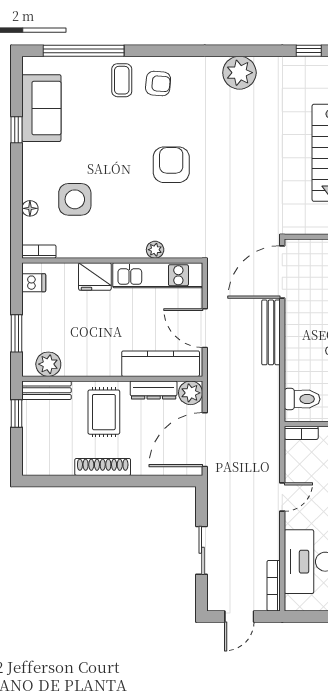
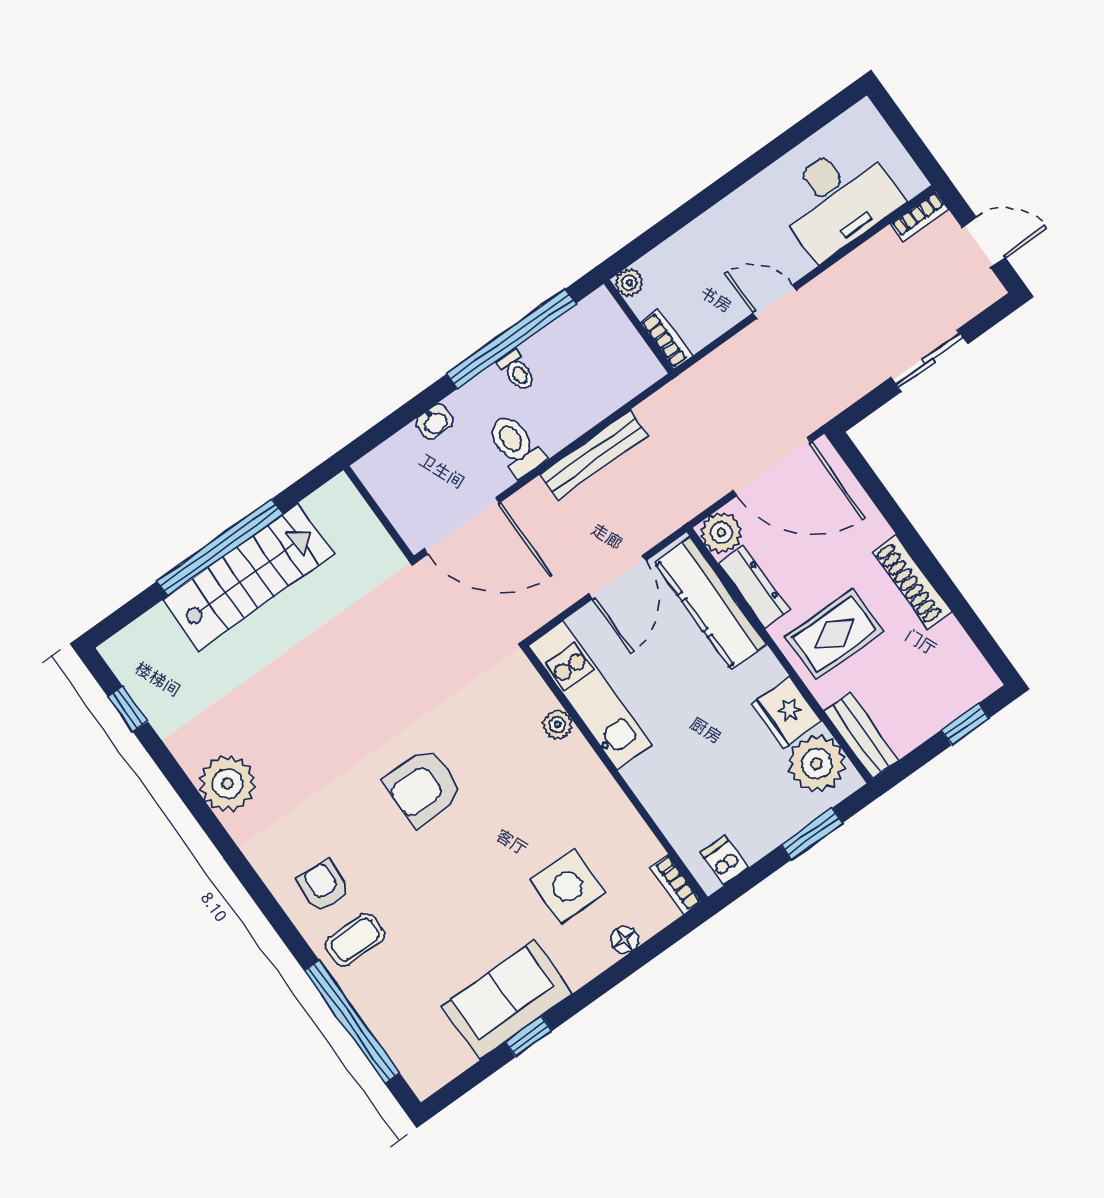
sofa: (41, 108) -> (507, 1000), moved
fridge: (95, 277) -> (786, 712), moved, turned 180
bench: (271, 332) -> (594, 455), moved
plant: (48, 364) -> (817, 764), width x1.36, depth x1.36
toilet: (302, 399) -> (516, 445), moved
window: (17, 413) -> (965, 724), moved
bookcase: (274, 586) -> (919, 216), width x0.64

